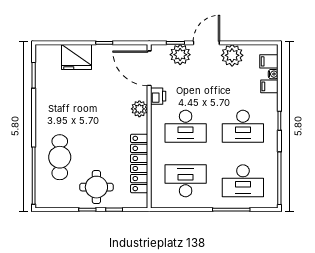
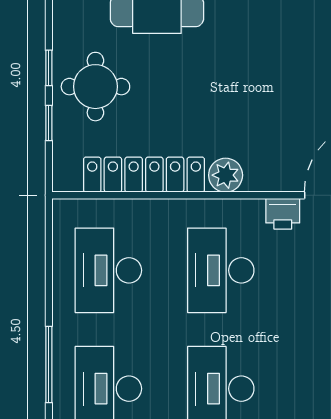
plant: (139, 109) -> (226, 175), moved
desk: (186, 181) -> (108, 270), turned 180

